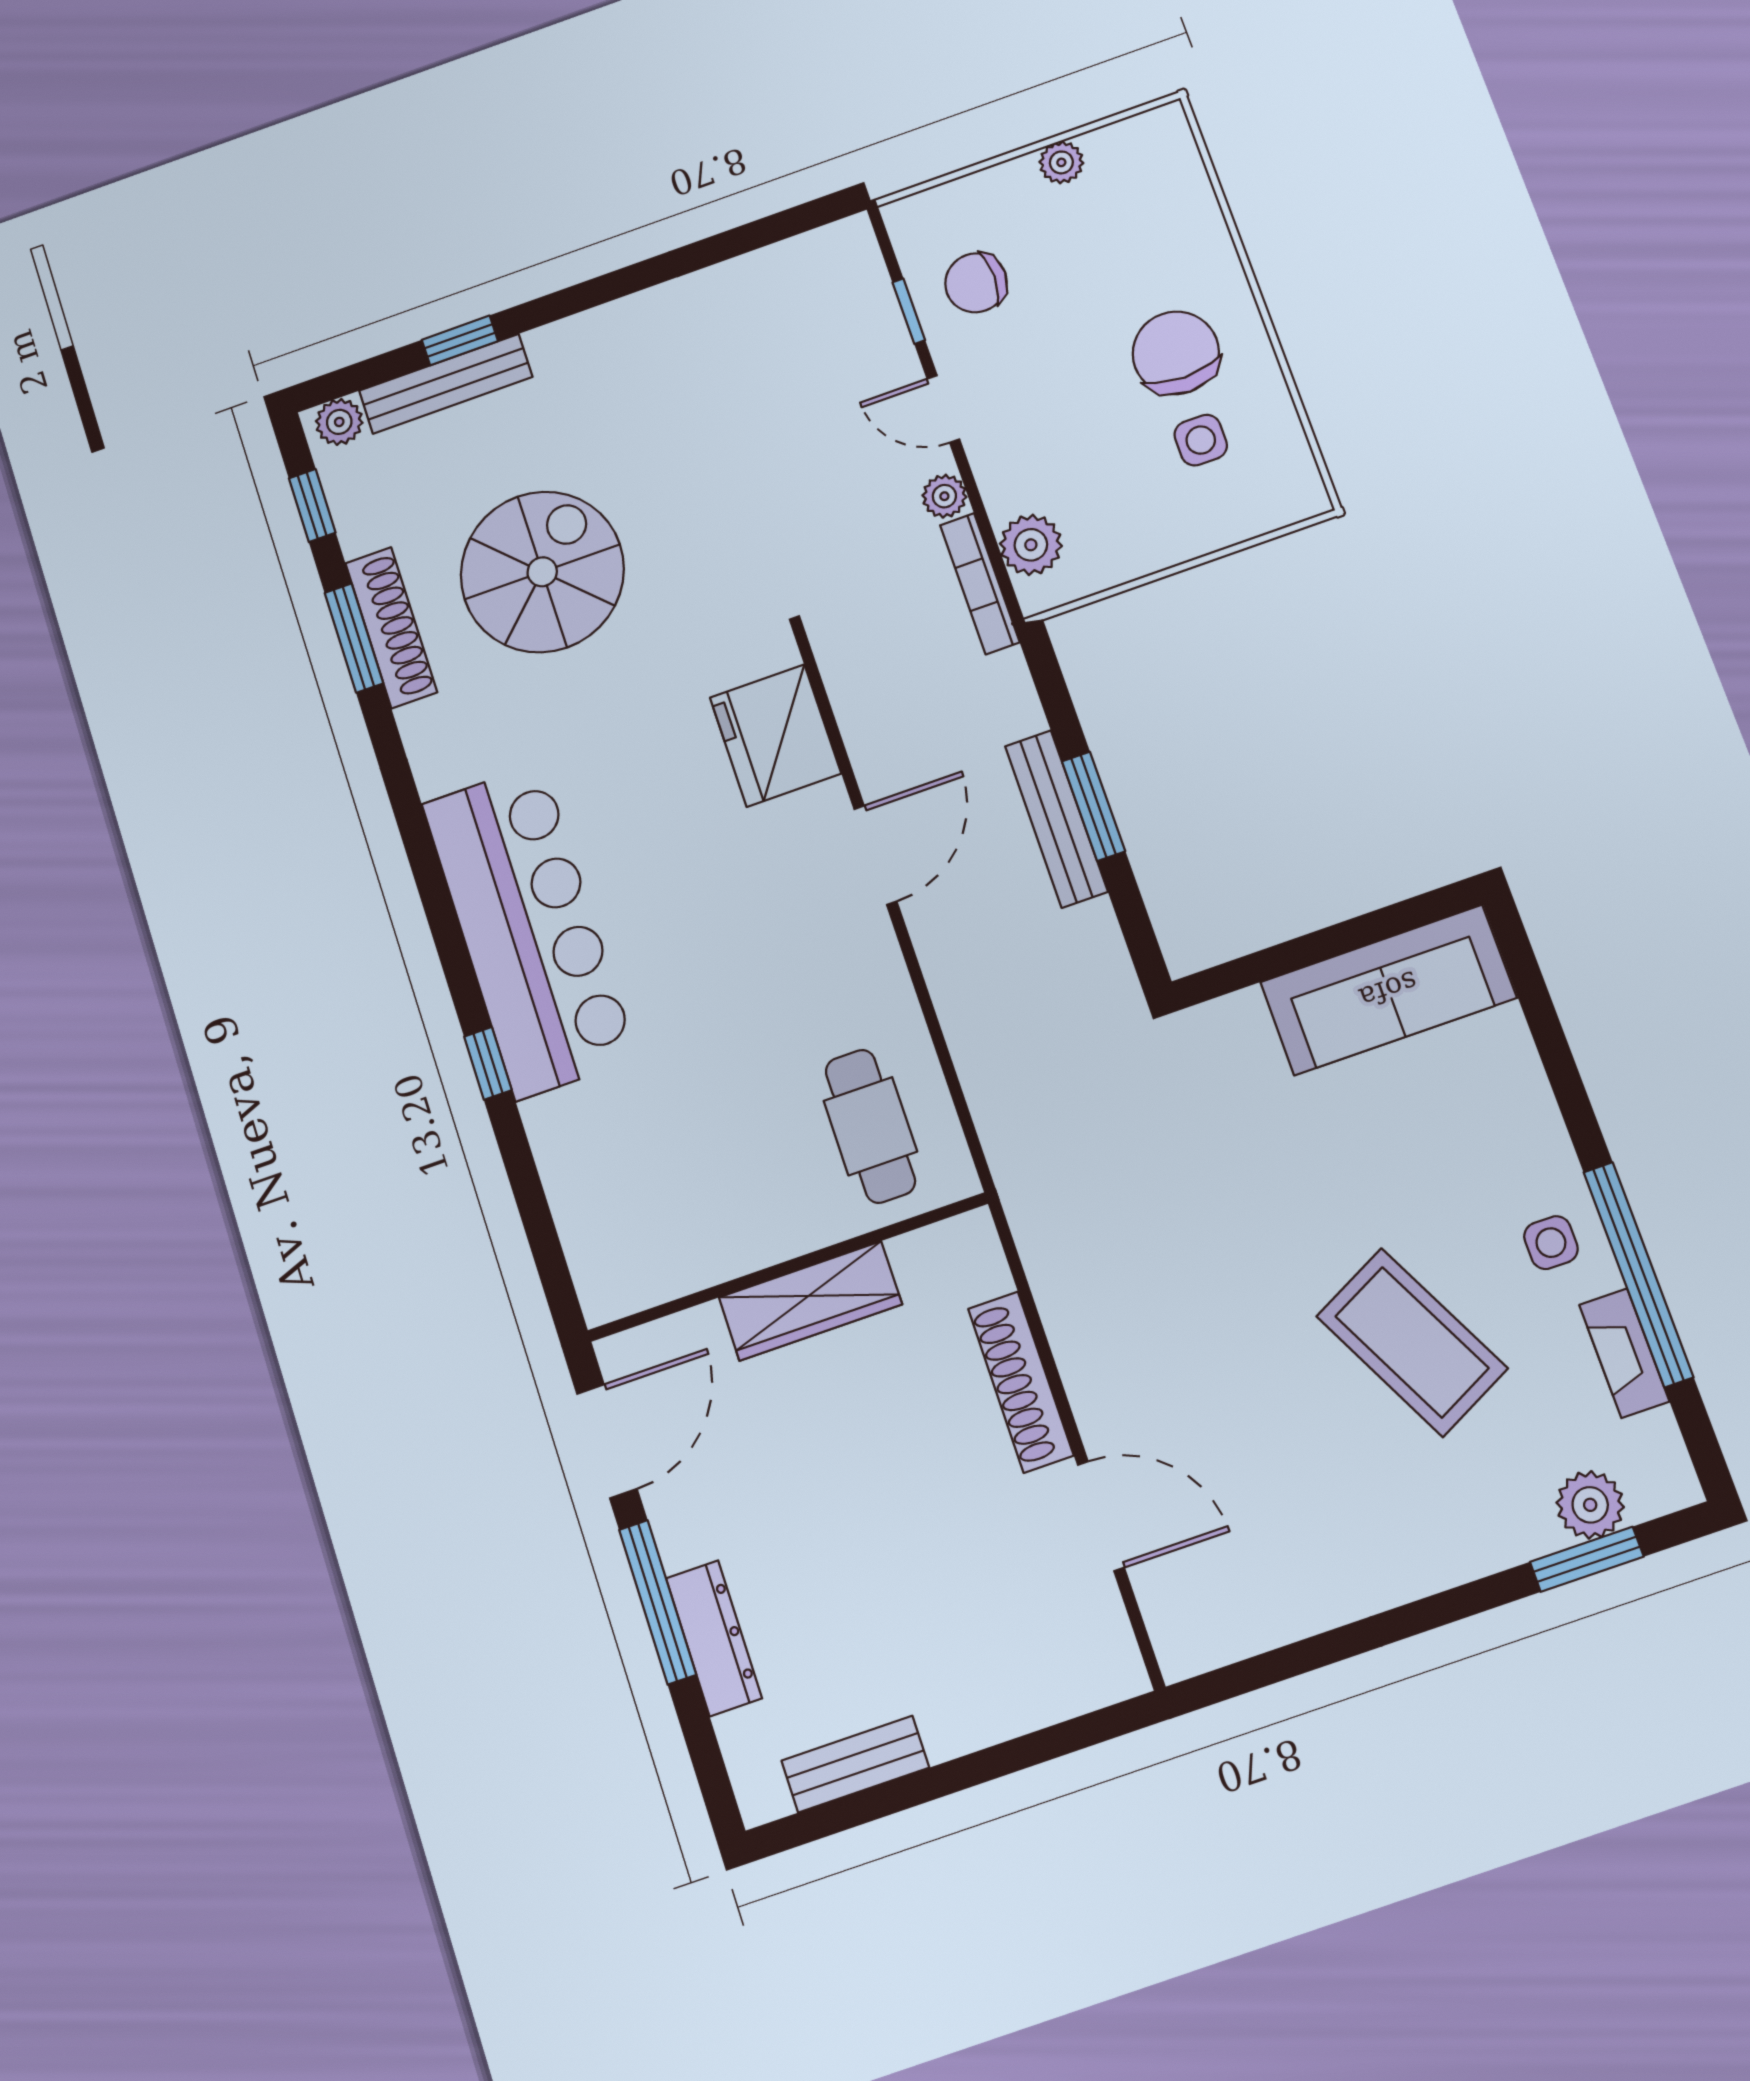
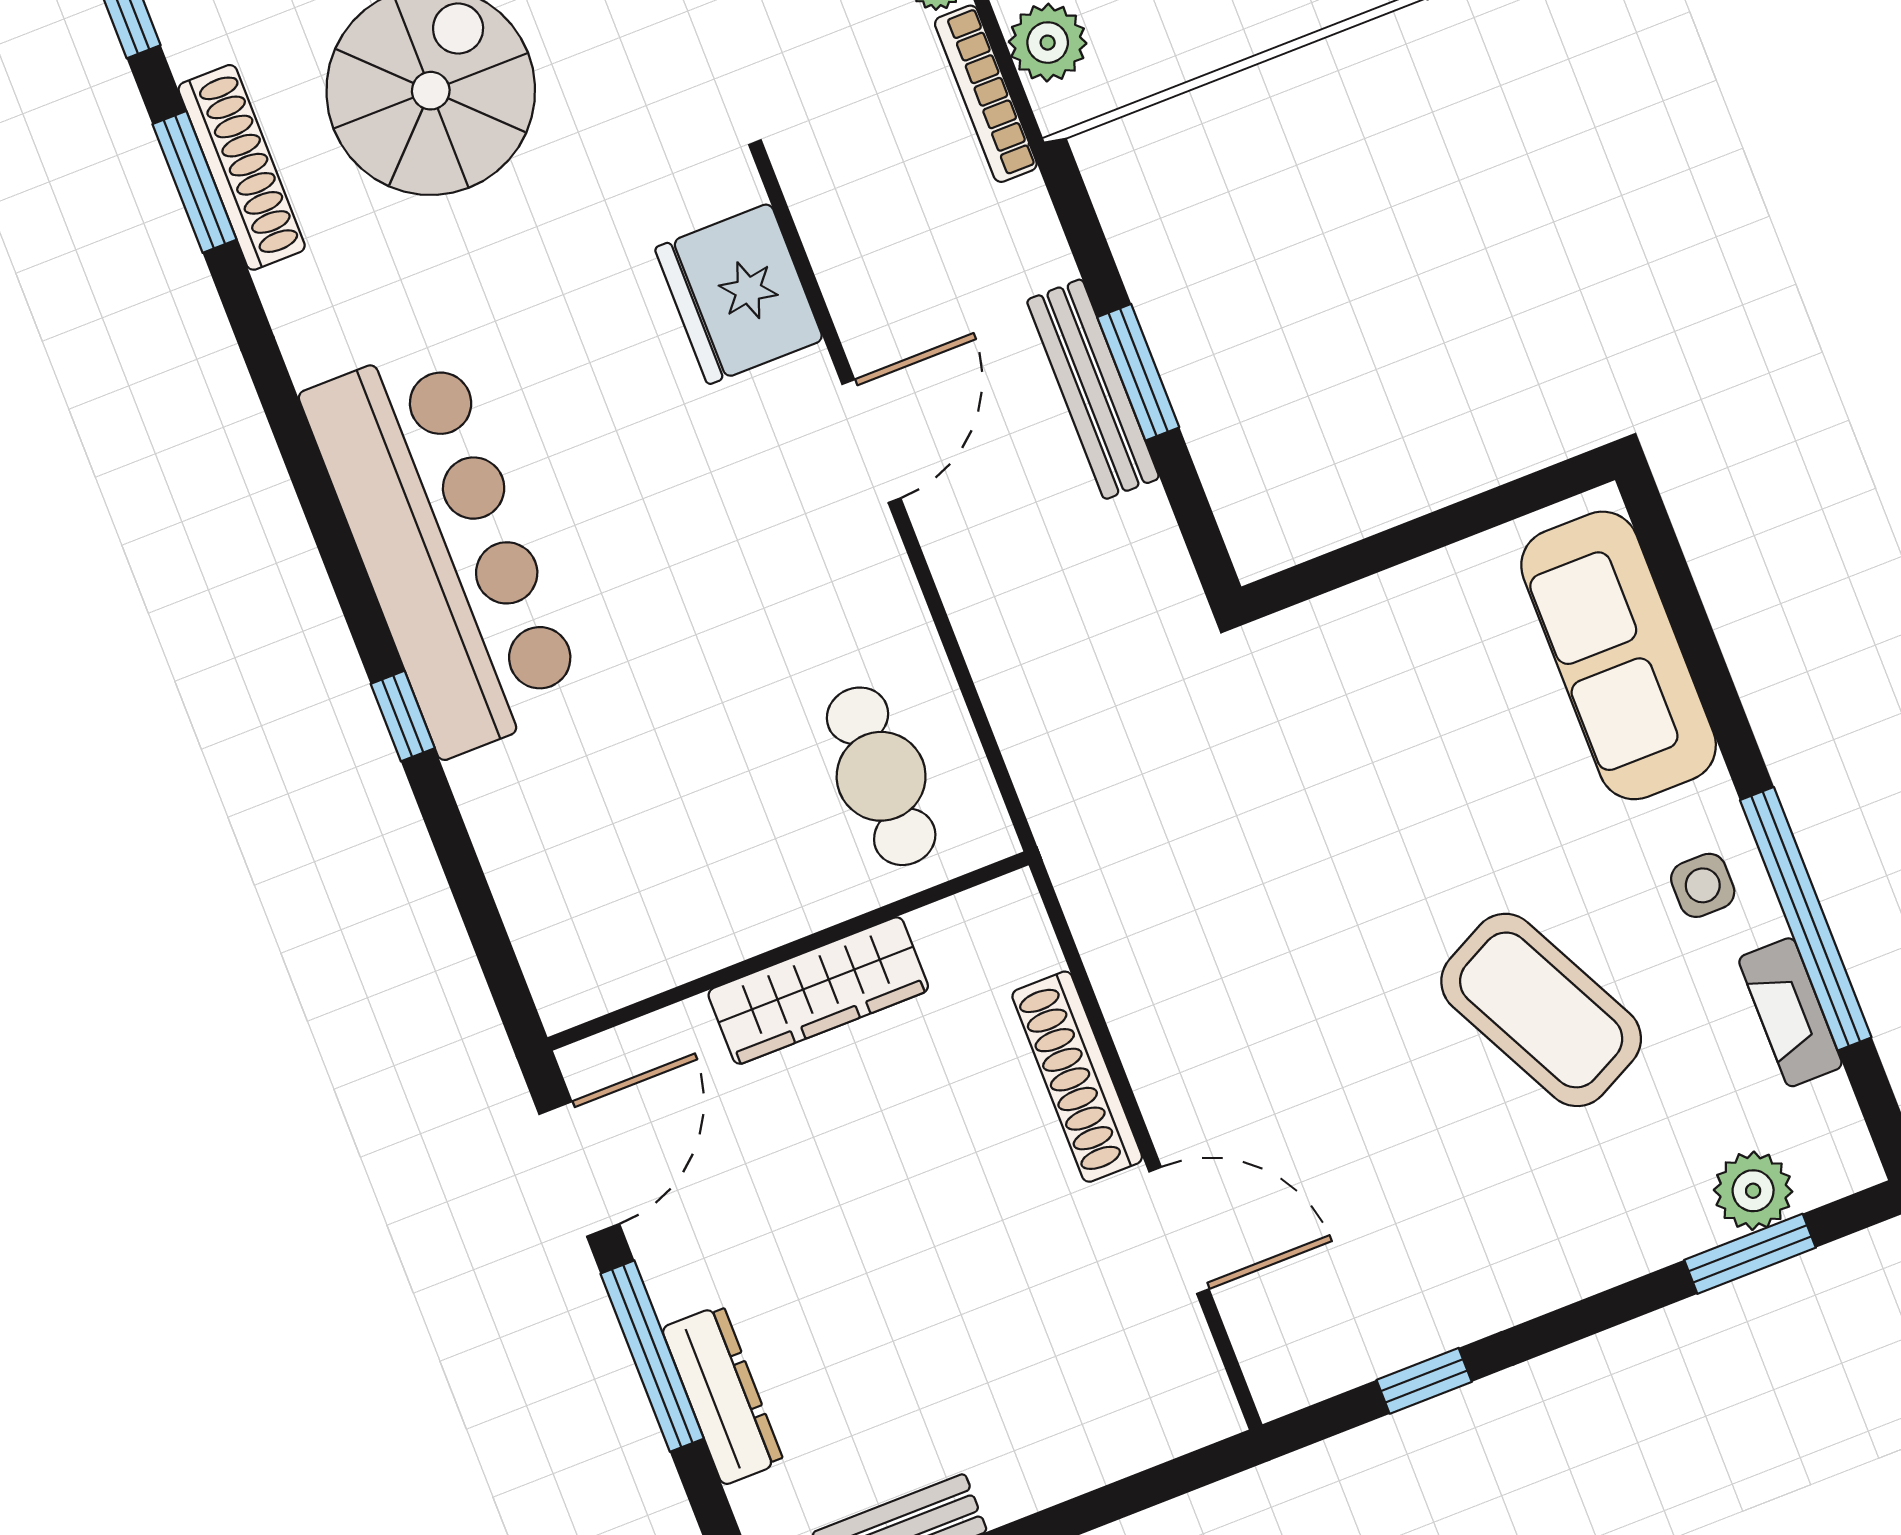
sofa: (1388, 990) -> (1619, 655), moved, turned 90
window: (1305, 1656) -> (1424, 1381), added

